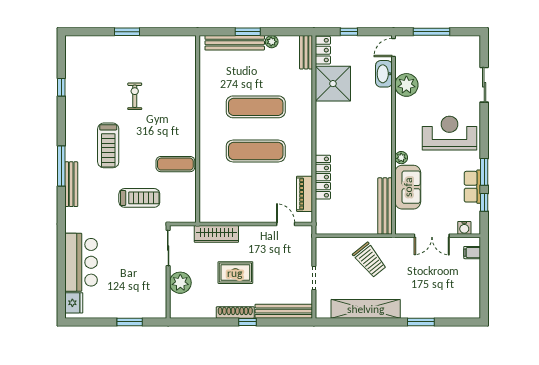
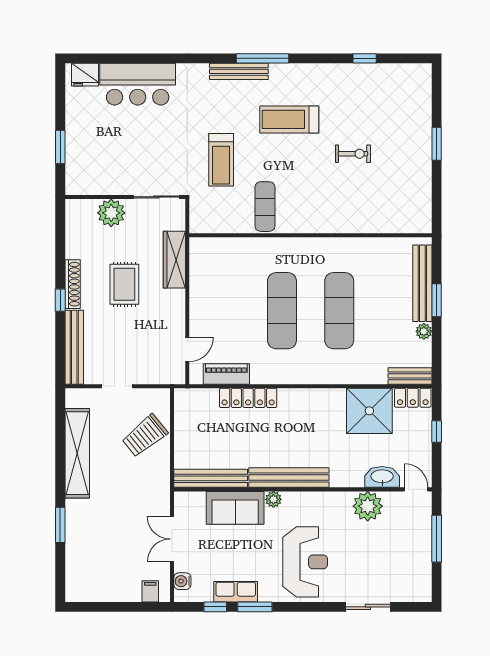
bench: (384, 146) -> (289, 477), added
trolley: (370, 260) -> (145, 436), moved

